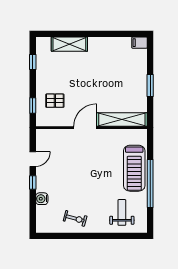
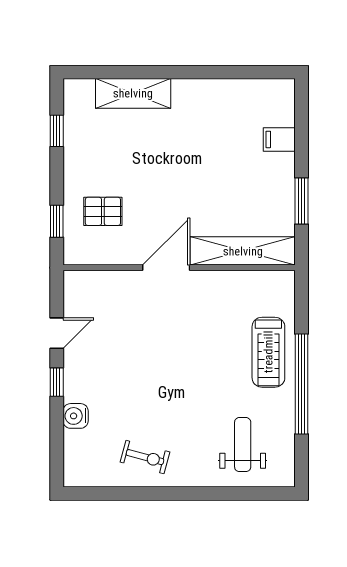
filing cabinet: (139, 43) -> (279, 139), moved
window: (150, 85) -> (302, 201), moved
treadmill: (134, 168) -> (268, 352), width x0.73, depth x0.73

